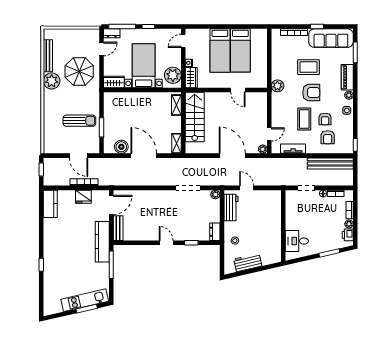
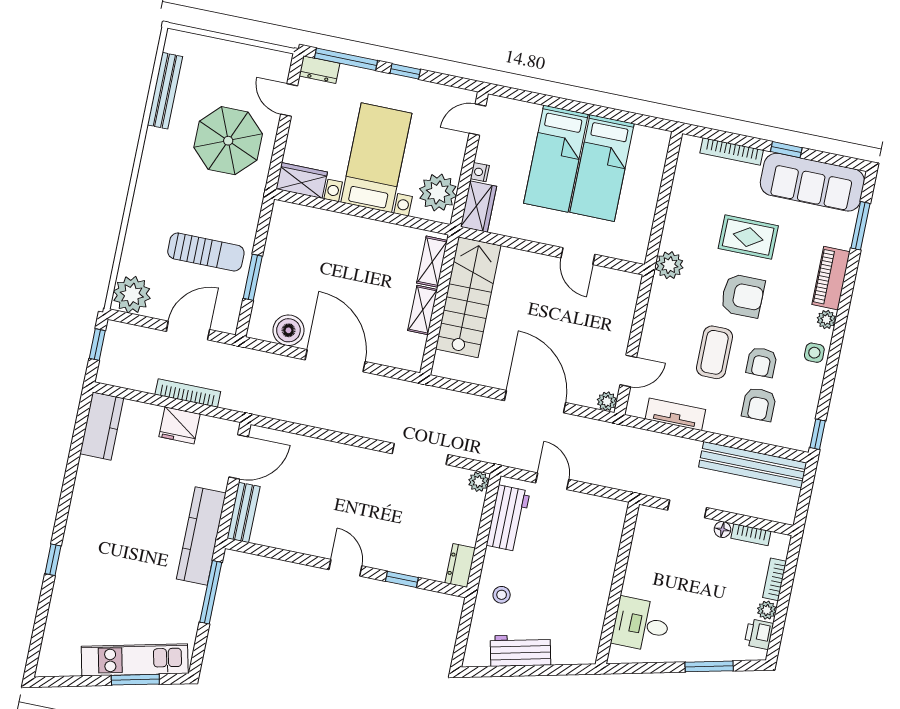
door: (101, 49) -> (289, 100), swing flipped
plant: (52, 81) -> (132, 295), moved
shelving: (177, 143) -> (423, 310), moved
door: (79, 156) -> (188, 330), swing flipped

